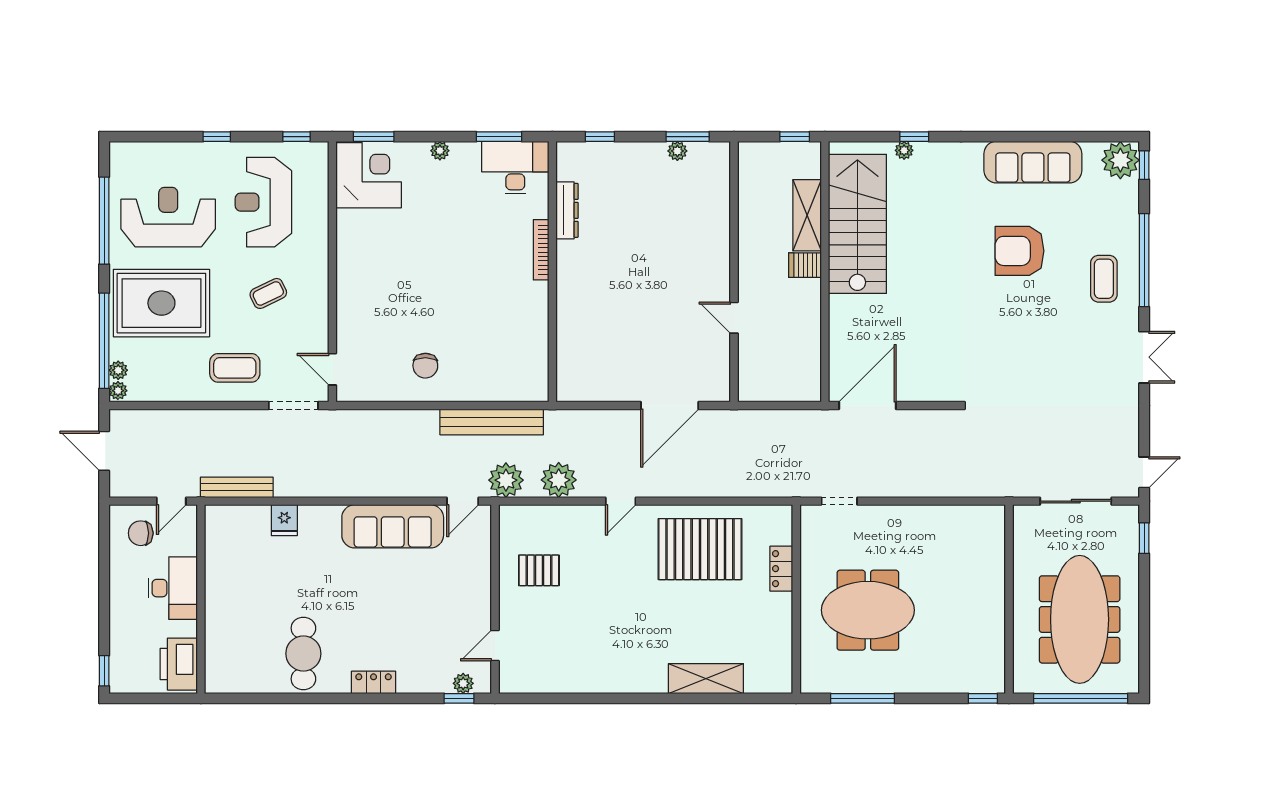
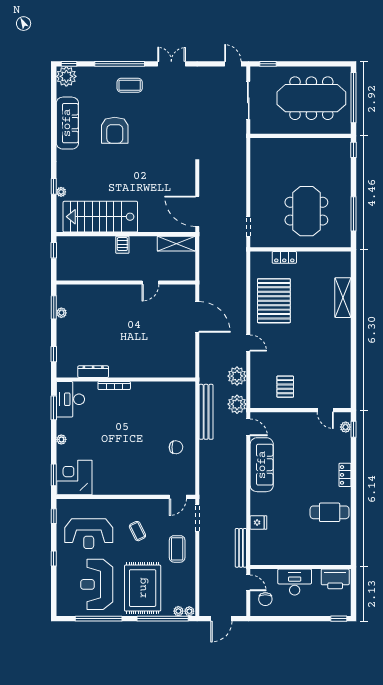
shelving: (807, 215) -> (176, 244), moved

